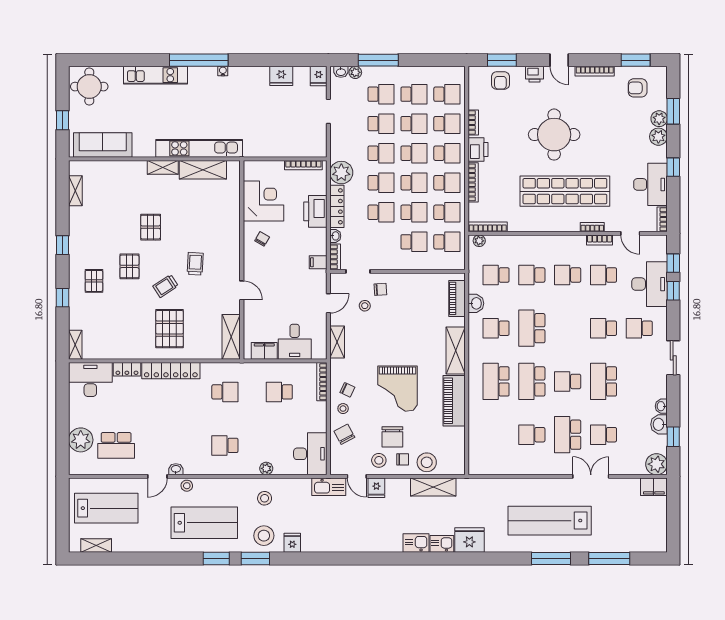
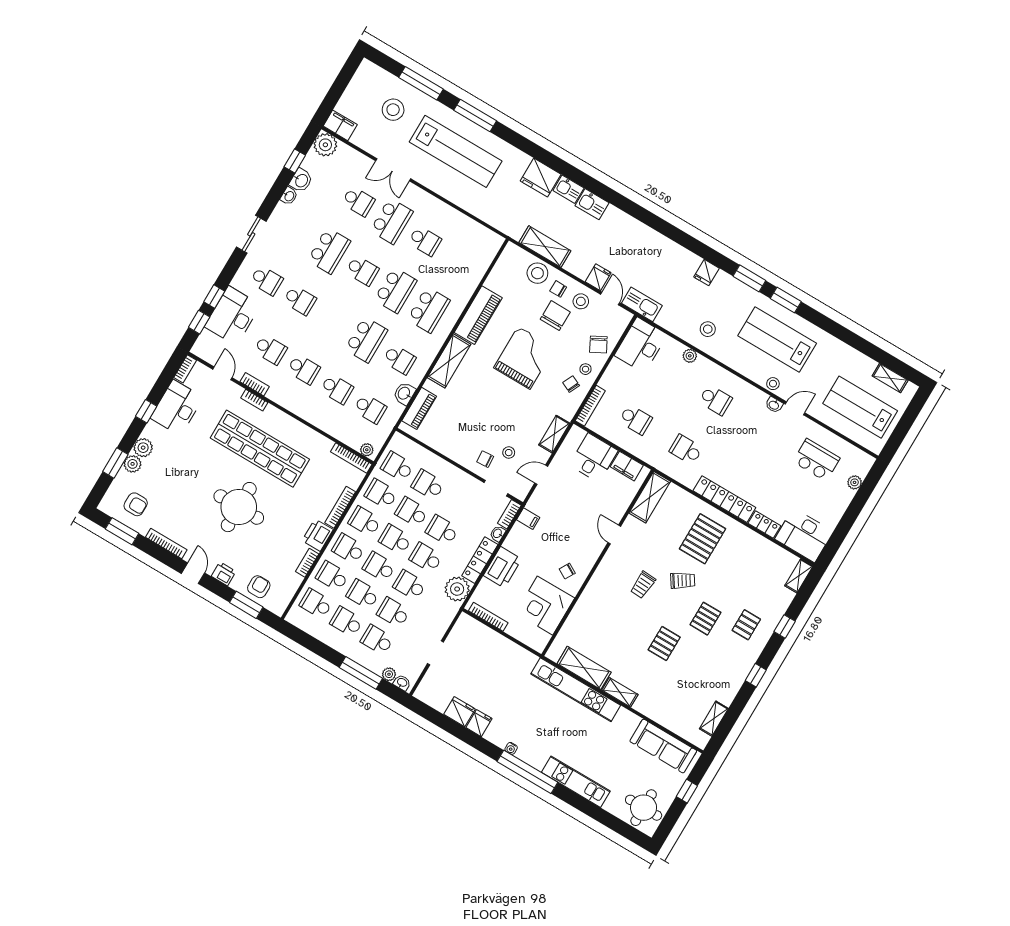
fridge: (319, 76) -> (479, 723), moved
plant: (81, 440) -> (855, 482), width x0.53, depth x0.53
stool: (264, 536) -> (393, 110), moved

